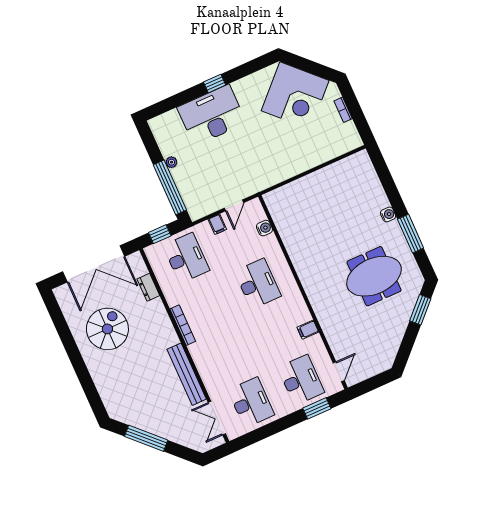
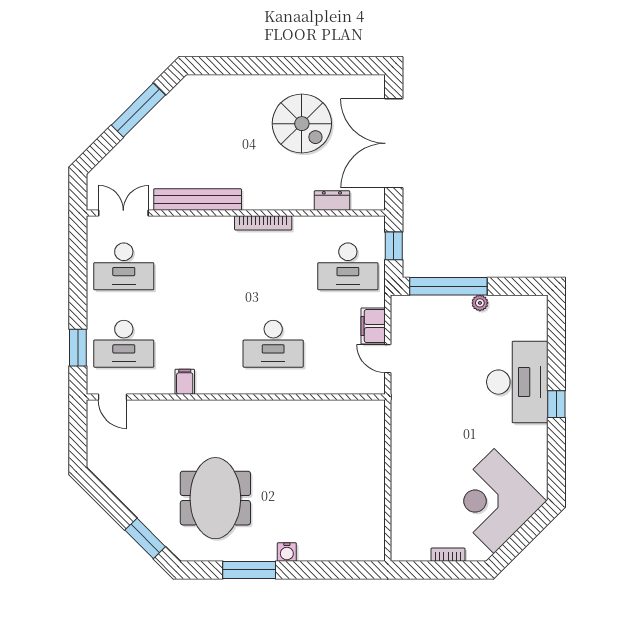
filing cabinet: (217, 224) -> (373, 326), width x2.00
water cooler: (264, 228) -> (341, 385), removed

